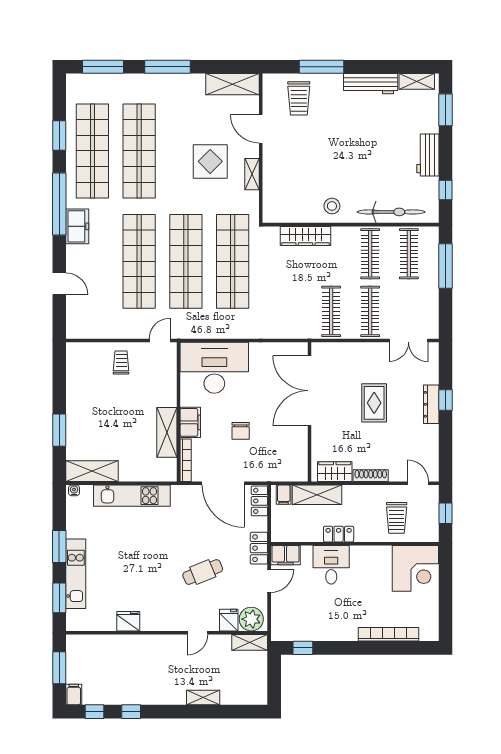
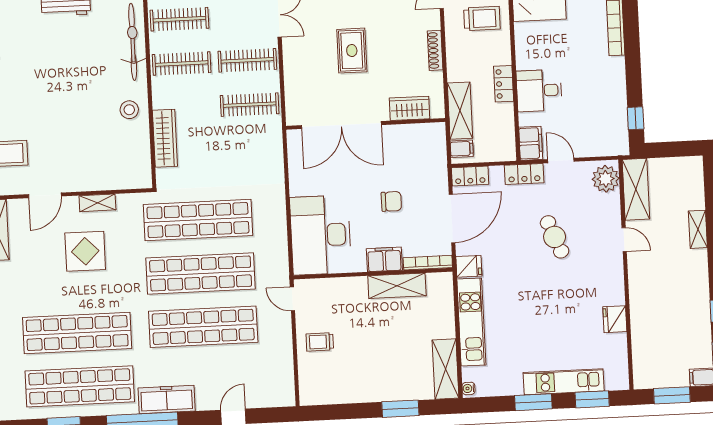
freezer: (77, 226) -> (167, 399), width x1.40
rug: (374, 403) -> (352, 51), turned 90
wardrobe: (335, 472) -> (410, 108), moved, turned 90
fridge: (229, 620) -> (469, 266), moved, turned 180
shelving: (250, 642) -> (636, 189), width x1.50, depth x1.33

